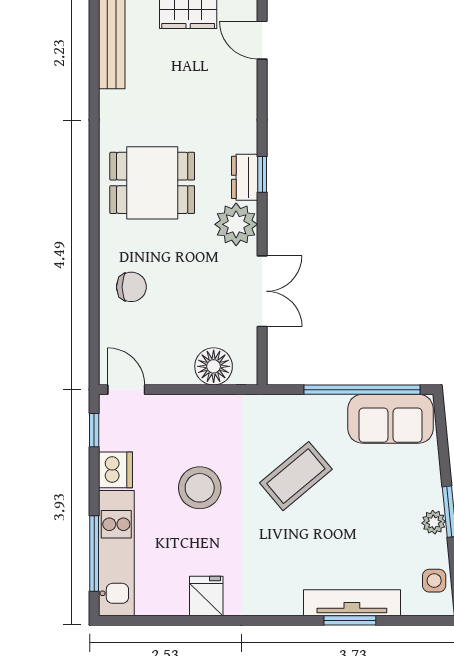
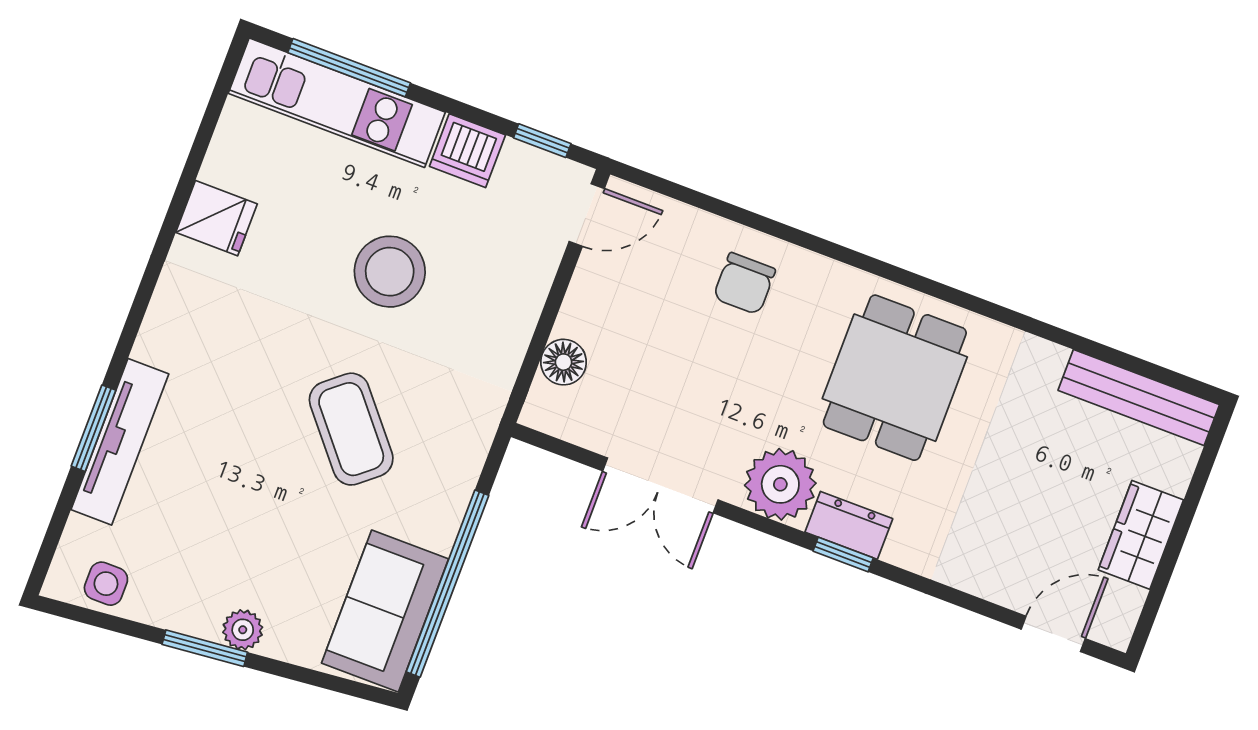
floor lamp: (214, 366) -> (564, 362), width x0.73, depth x0.73
plant: (434, 522) -> (243, 630), moved

